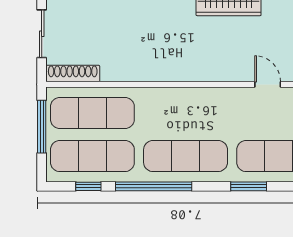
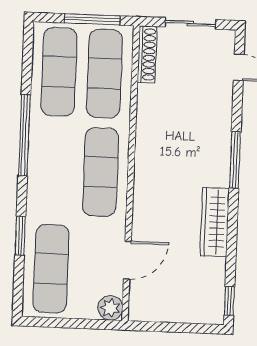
door: (268, 84) -> (127, 260), width x1.38
exercise mat: (186, 156) -> (101, 172), moved
window: (88, 186) -> (27, 66), removed

